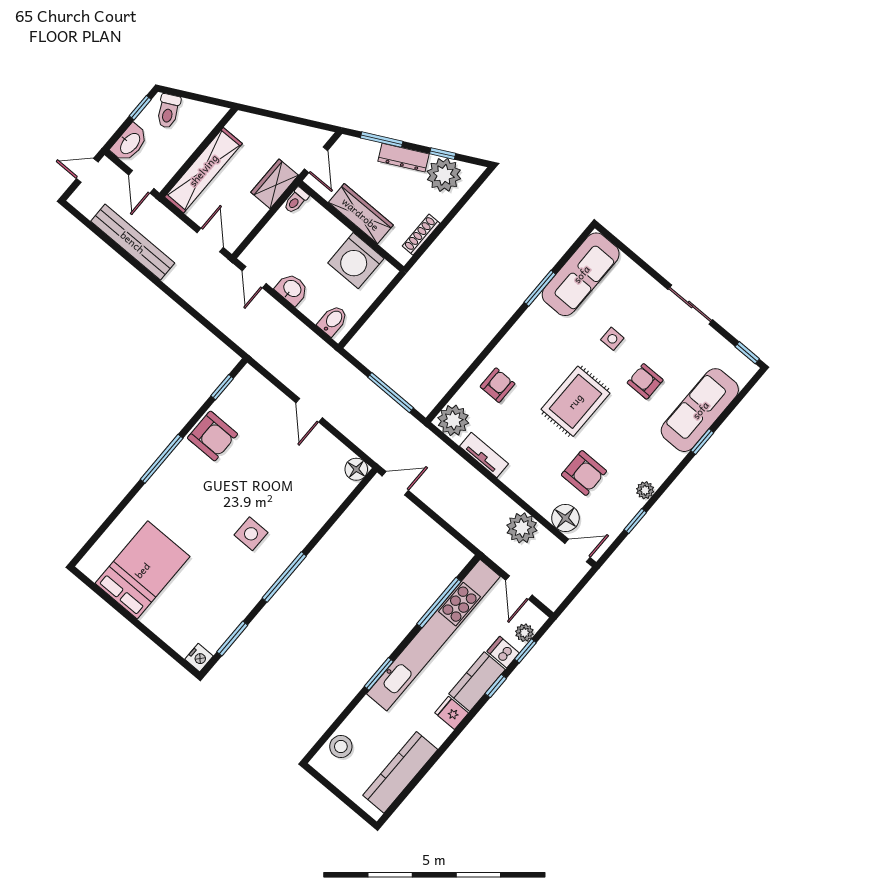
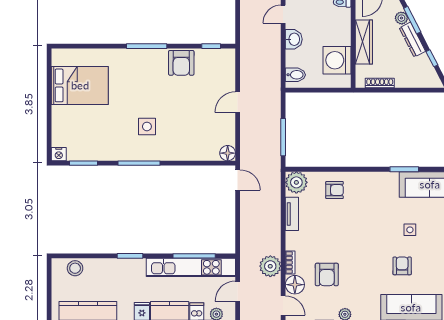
plant: (444, 175) -> (401, 18), moved, width x0.53, depth x0.53
rug: (575, 401) -> (361, 238), removed
bookcase: (536, 502) -> (290, 262), added
kitchen unit: (433, 635) -> (191, 267), width x0.73

